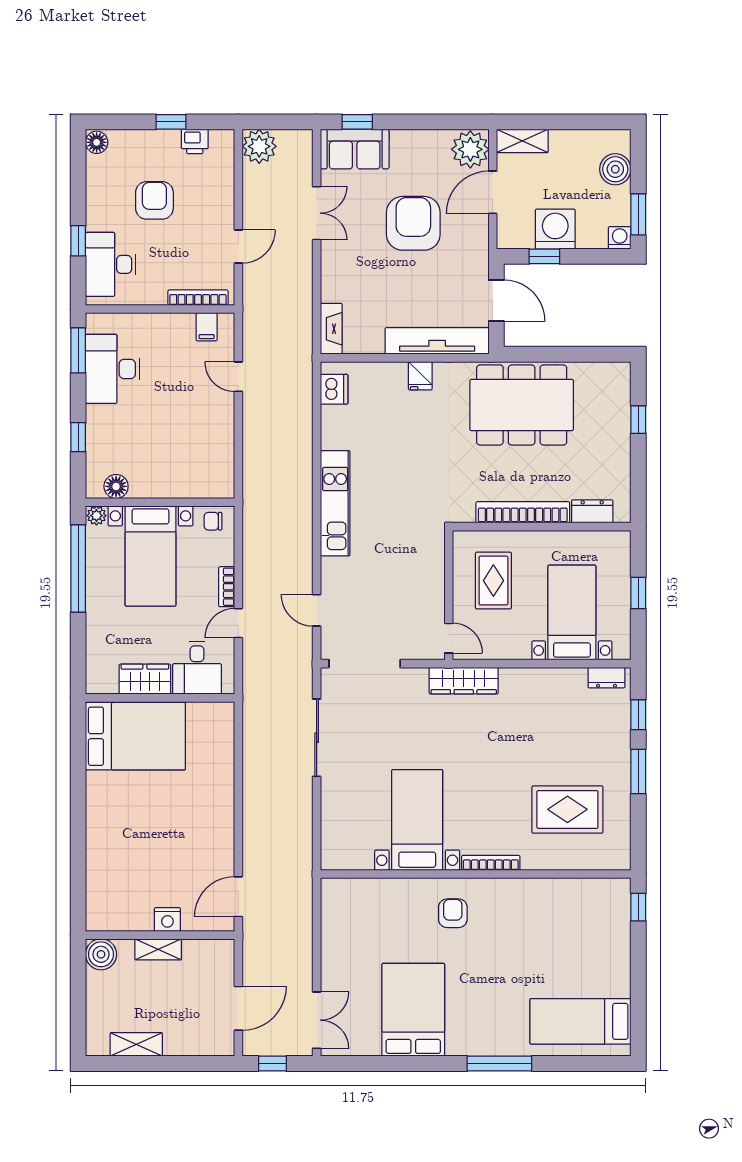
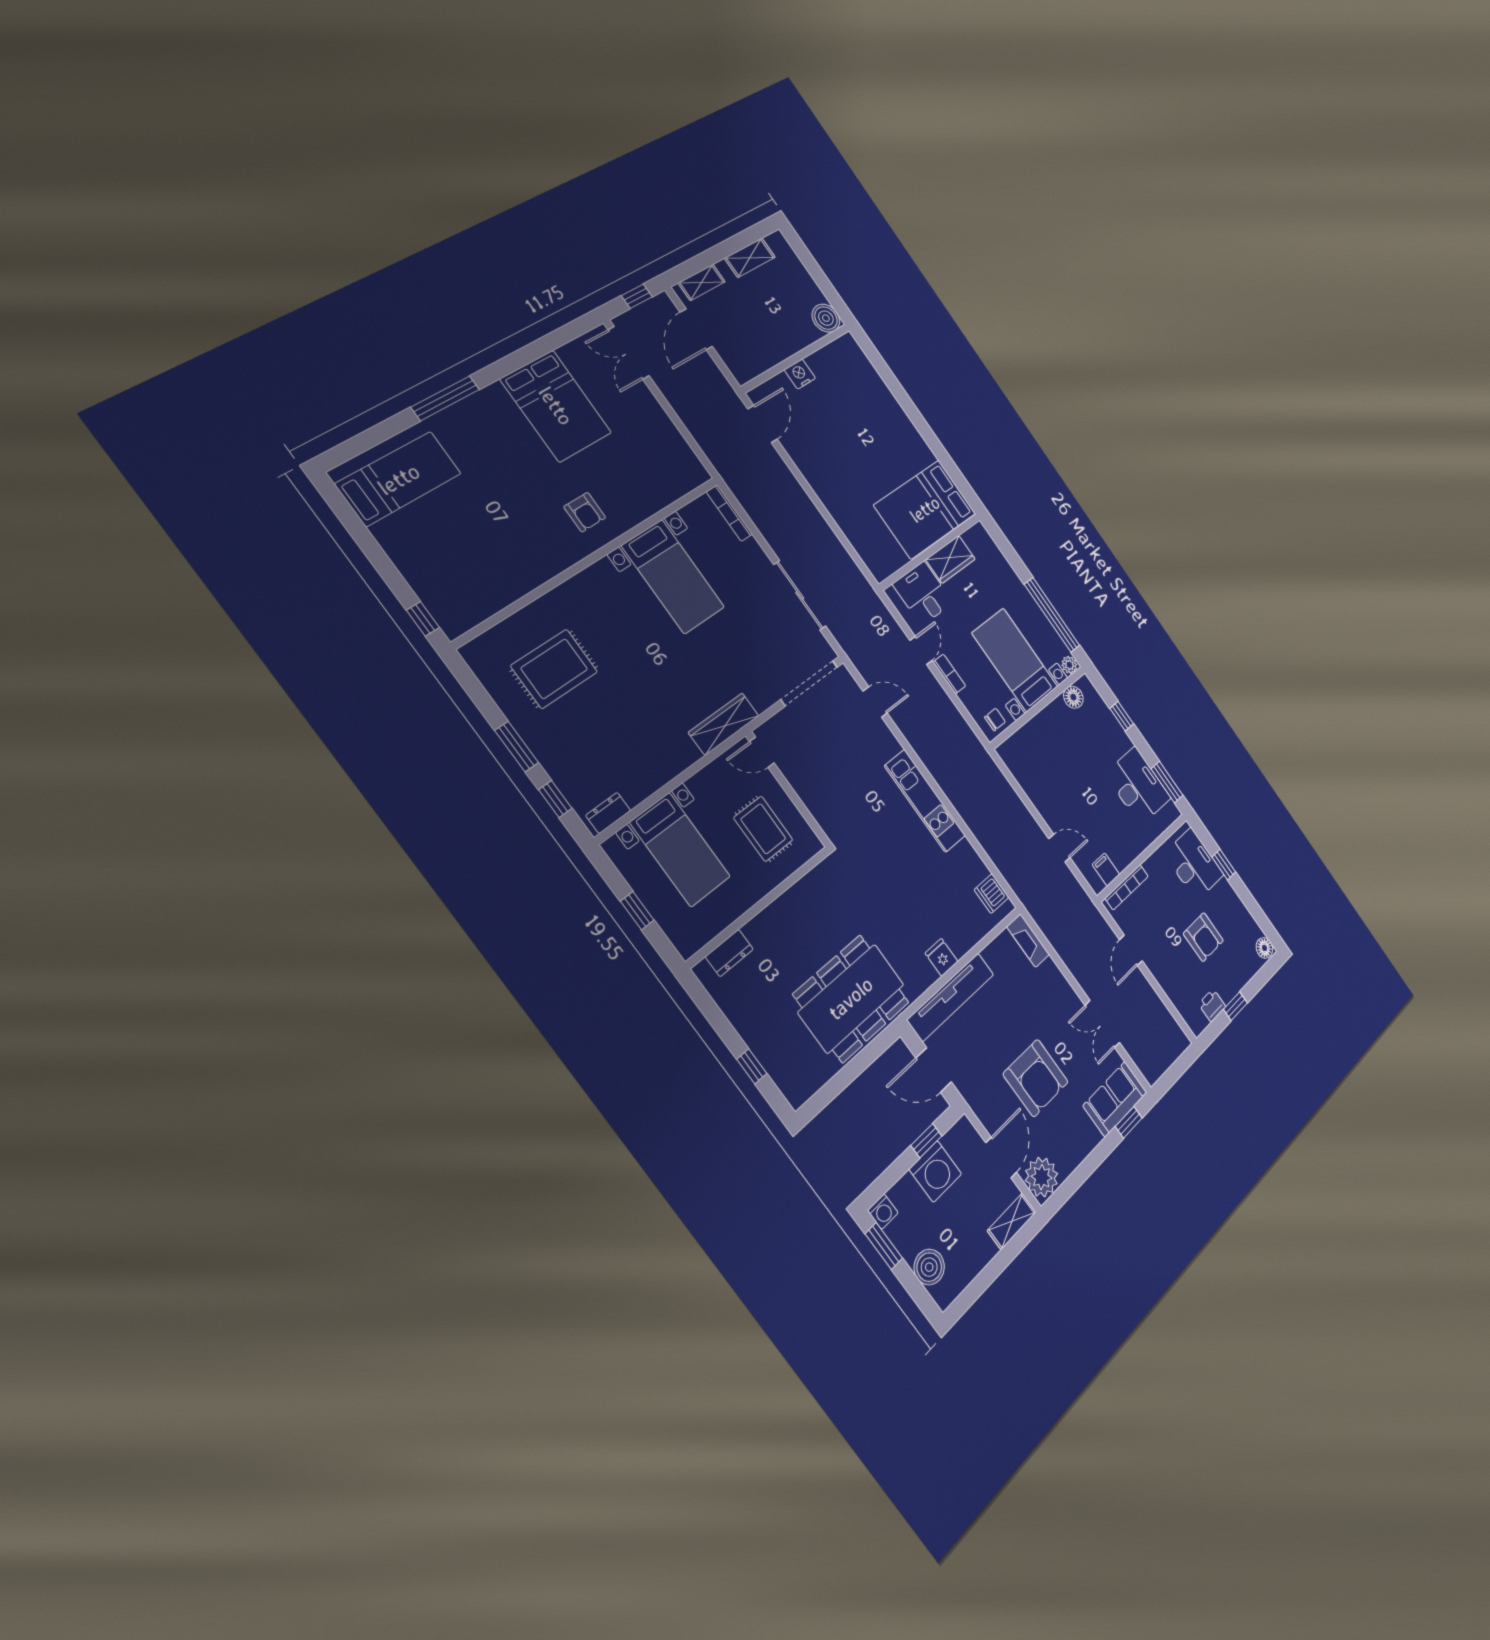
plant: (259, 146) -> (1173, 1041), removed
bookcase: (523, 512) -> (783, 907), removed
bookcase: (491, 863) -> (729, 513), moved, turned 90
shelving: (158, 949) -> (702, 282), moved

